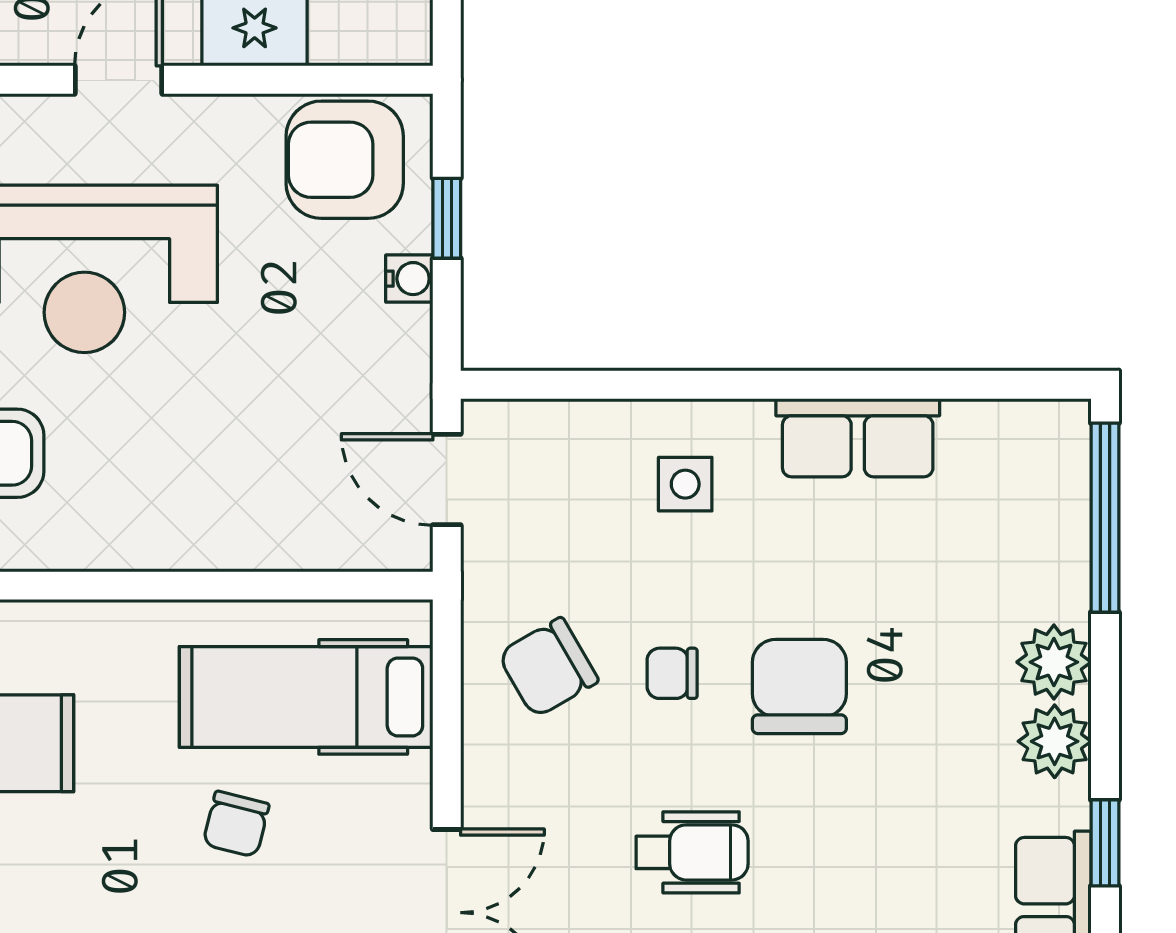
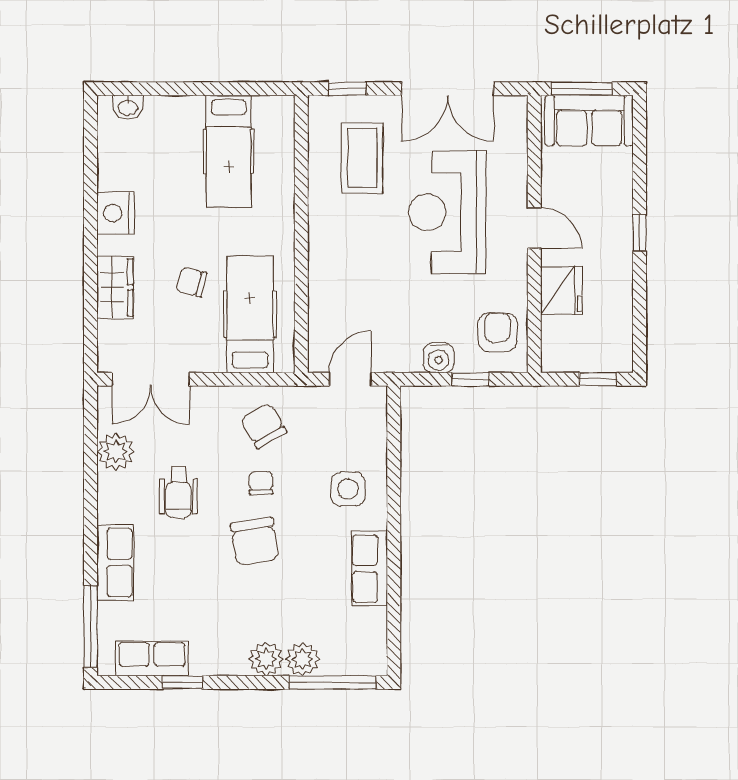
armchair: (345, 160) -> (497, 332), width x0.72, depth x0.72
water cooler: (409, 279) -> (439, 358), width x1.38, depth x1.38
side table: (685, 484) -> (348, 489), width x1.37, depth x1.37
chair: (799, 687) -> (255, 542), turned 81
plant: (1055, 741) -> (303, 659), moved

